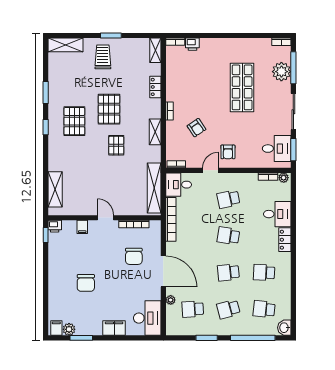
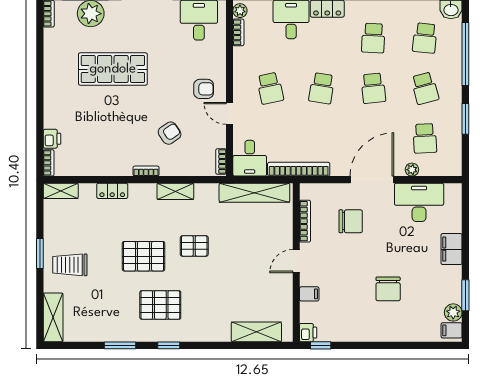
chair: (86, 283) -> (388, 289), turned 90
desk: (147, 318) -> (419, 202), moved

